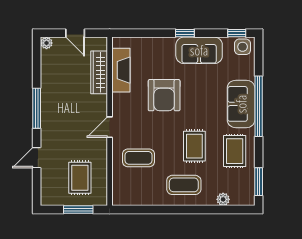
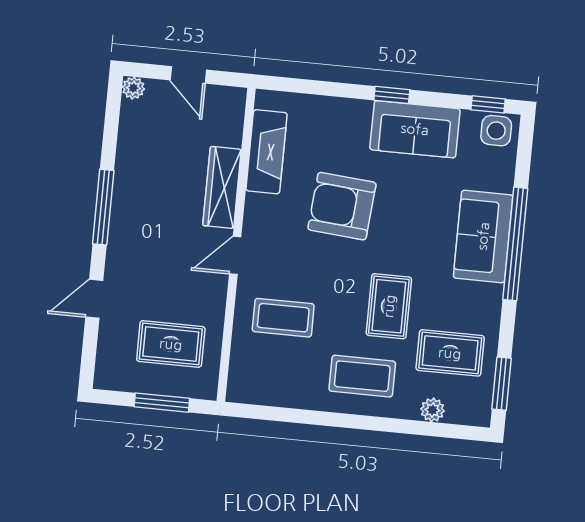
wardrobe: (99, 72) -> (222, 187), moved
armchair: (164, 95) -> (342, 206), turned 95
rug: (235, 151) -> (450, 353), moved, turned 90
rug: (80, 178) -> (171, 344), turned 90

